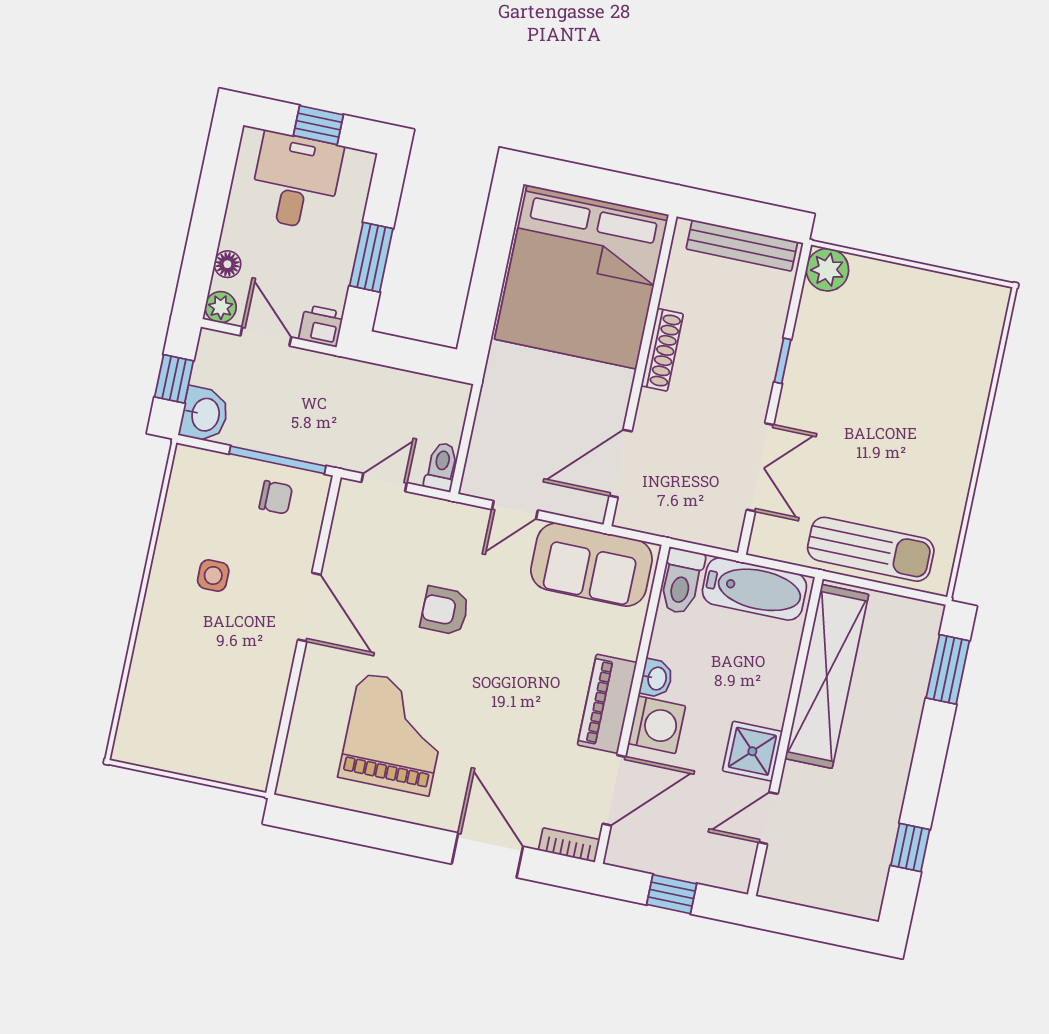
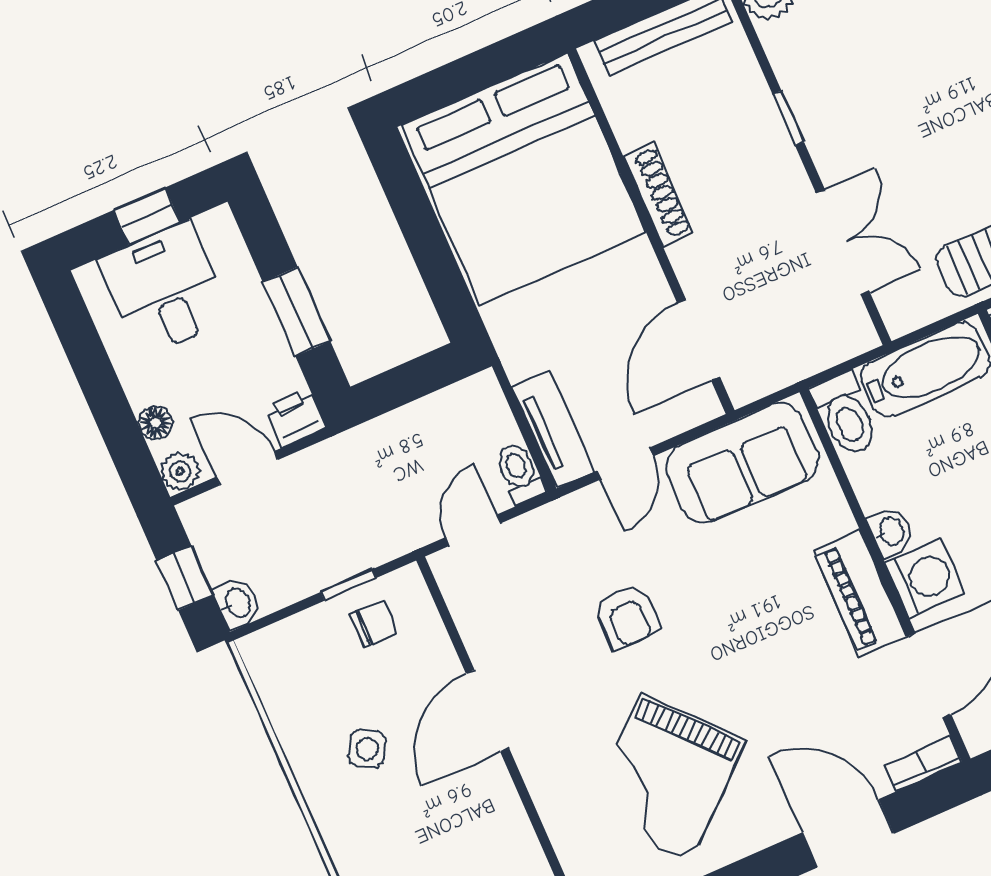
washbasin: (204, 414) -> (237, 603), width x0.72, depth x0.69
tv unit: (484, 454) -> (553, 429), added
window: (277, 460) -> (348, 585), width x0.46
side table: (213, 576) -> (367, 749), turned 31
door: (309, 607) -> (487, 711), swing flipped
armchair: (445, 611) -> (627, 616), turned -90
grand piano: (394, 734) -> (665, 778), turned -132

